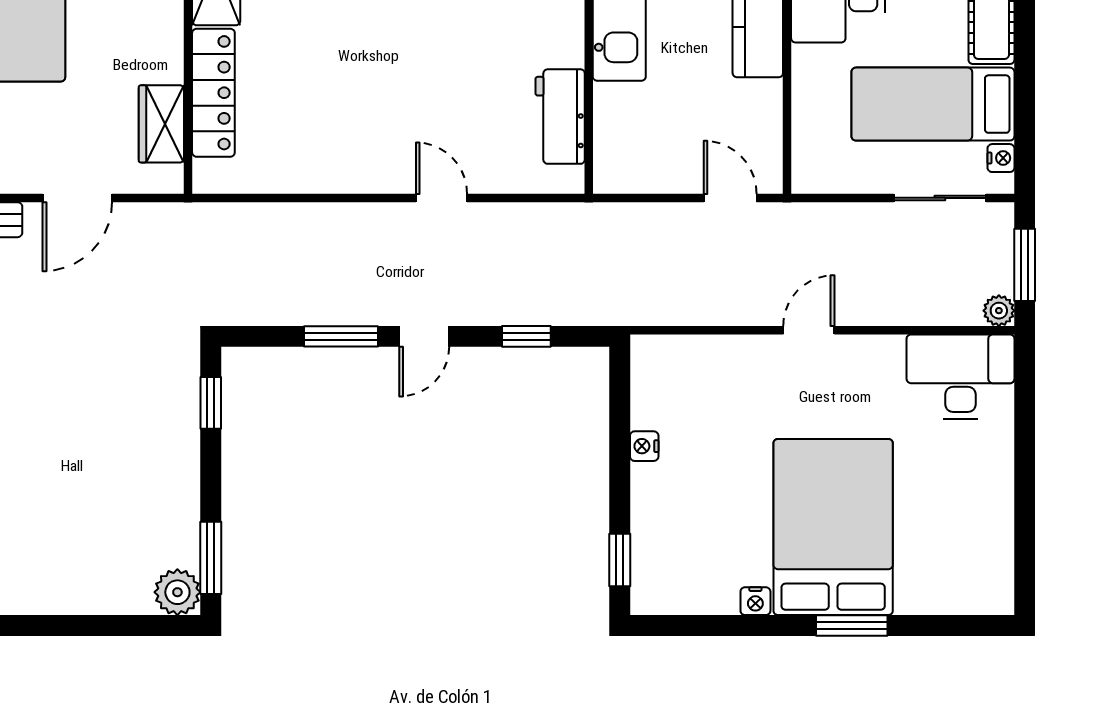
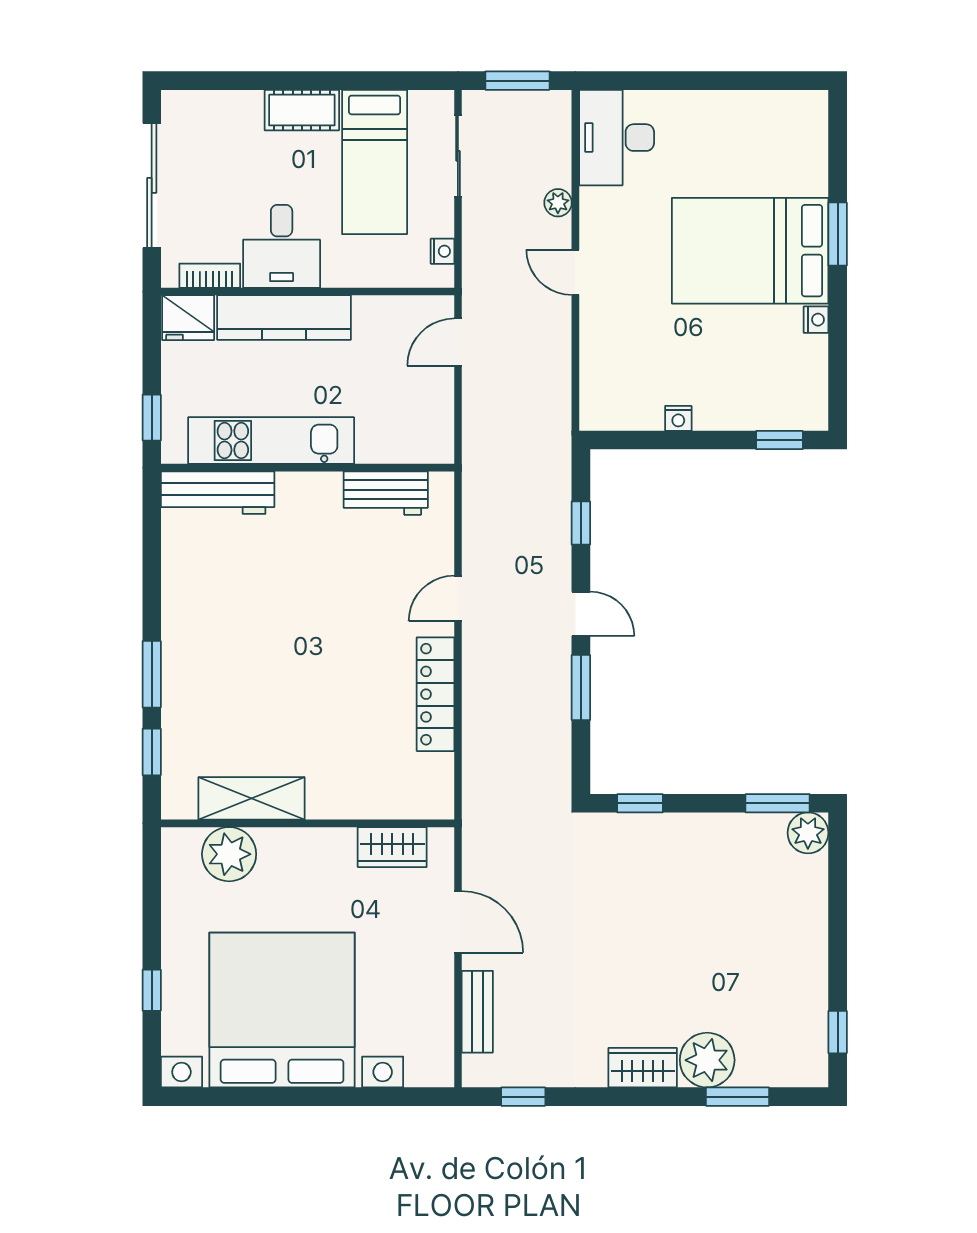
locker: (213, 93) -> (435, 694), moved, turned -90
nightstand: (1001, 158) -> (442, 251), moved, turned 90
plant: (999, 311) -> (558, 203), moved

